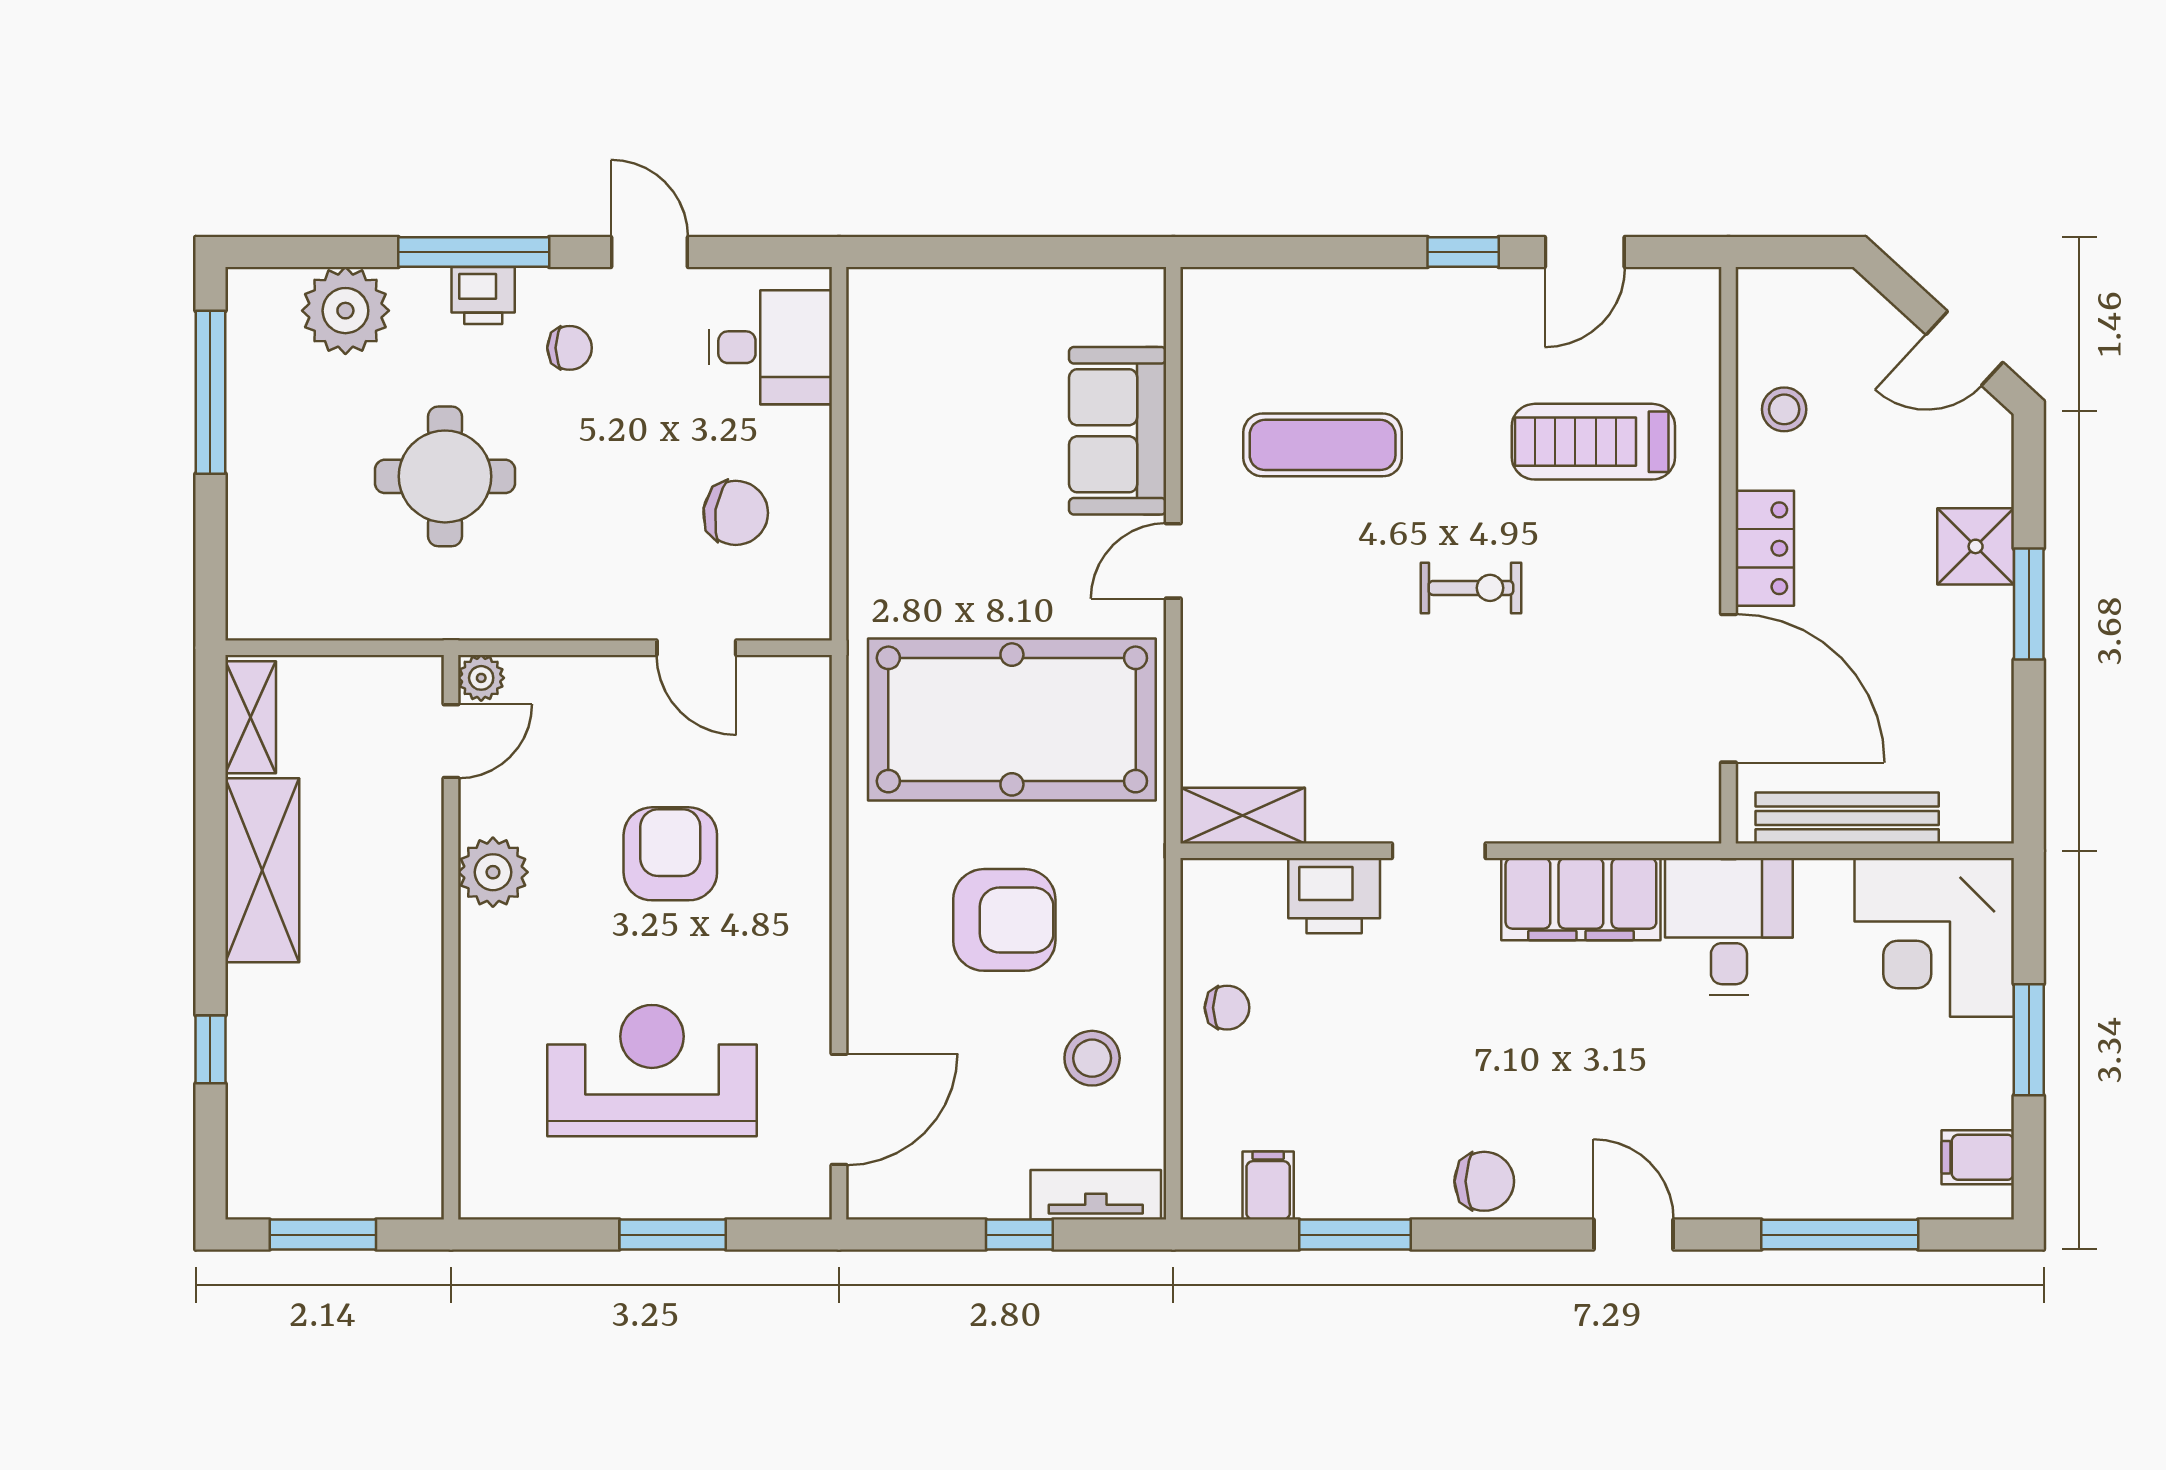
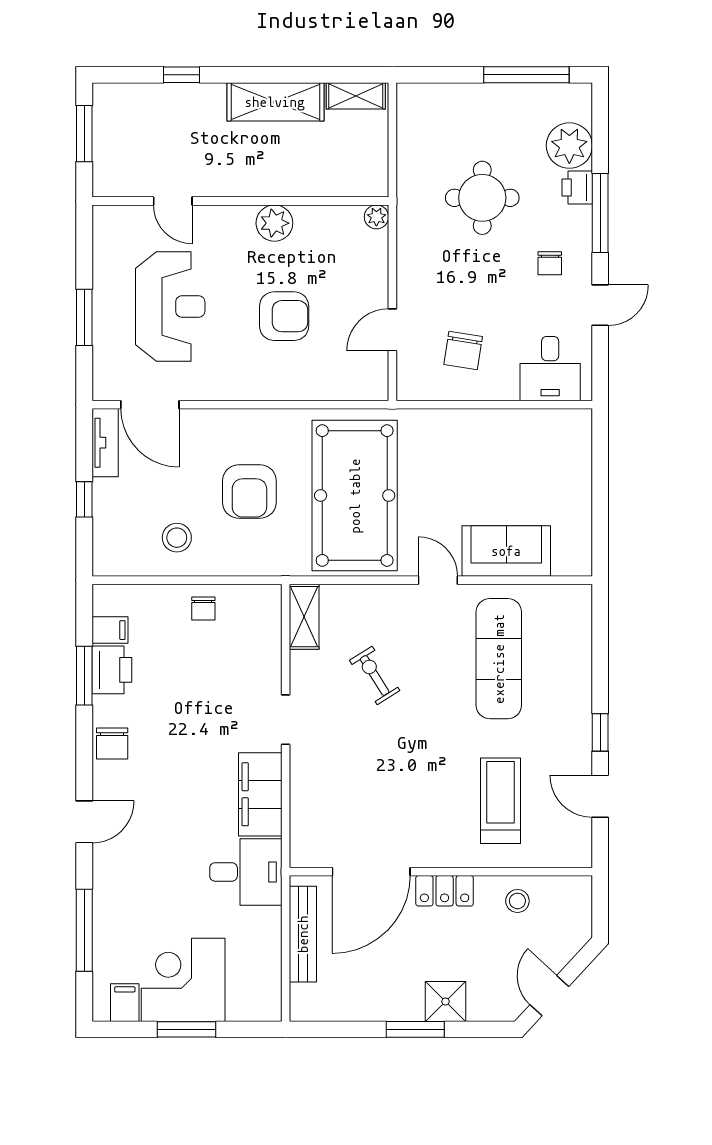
printer: (483, 296) -> (577, 188), moved
exercise mat: (1323, 445) -> (499, 659), width x1.36, depth x1.45
exercise bike: (1471, 588) -> (375, 675), moved, turned 148
door: (451, 741) -> (173, 201), moved
printer: (1334, 896) -> (112, 670), moved, turned 180
corner desk: (1934, 937) -> (183, 980), moved
tv unit: (1096, 1195) -> (105, 443), moved

